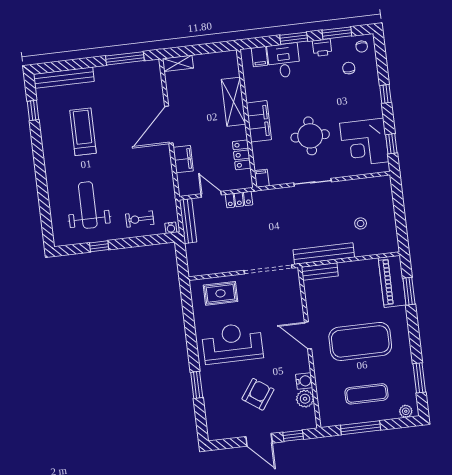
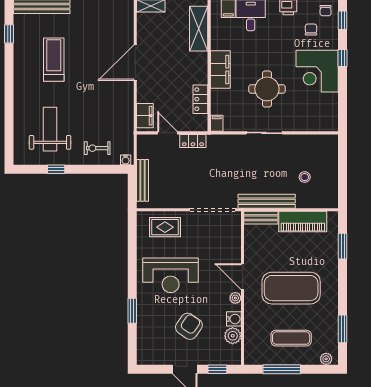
shelving: (233, 102) -> (199, 29), moved
corner desk: (364, 142) -> (317, 71), moved
window: (391, 144) -> (343, 20), moved
filing cabinet: (183, 159) -> (145, 116), moved
bench: (188, 221) -> (143, 180), moved
piano: (392, 281) -> (303, 222), moved, turned -90
reception desk: (232, 343) -> (171, 275), turned 180
plant: (303, 359) -> (235, 298), added

